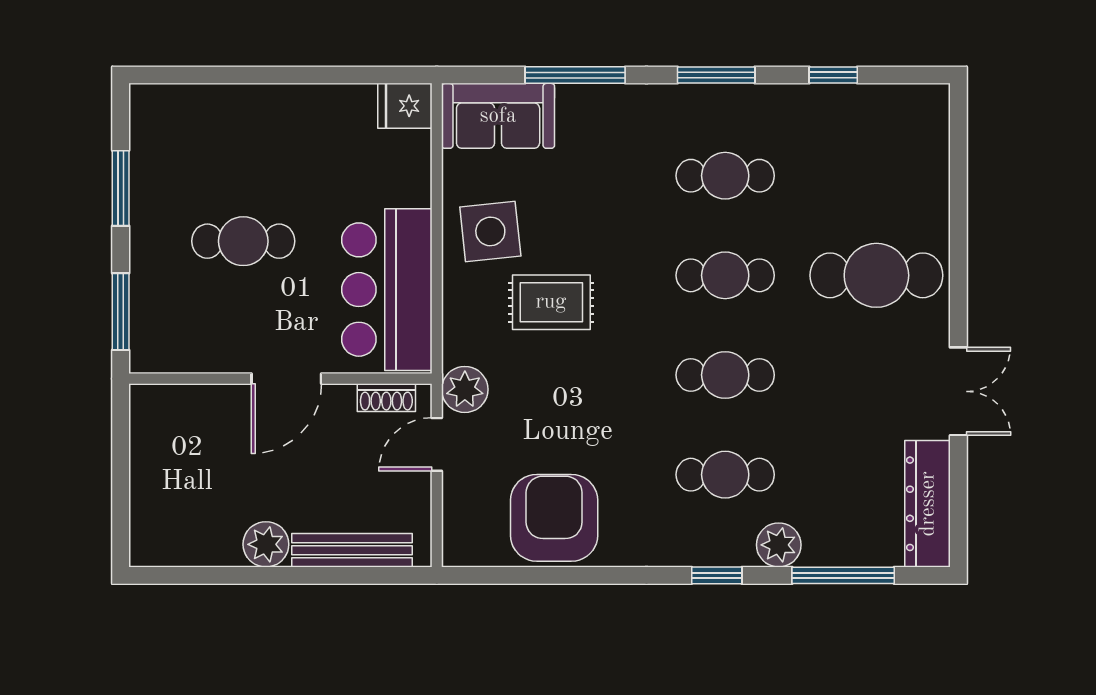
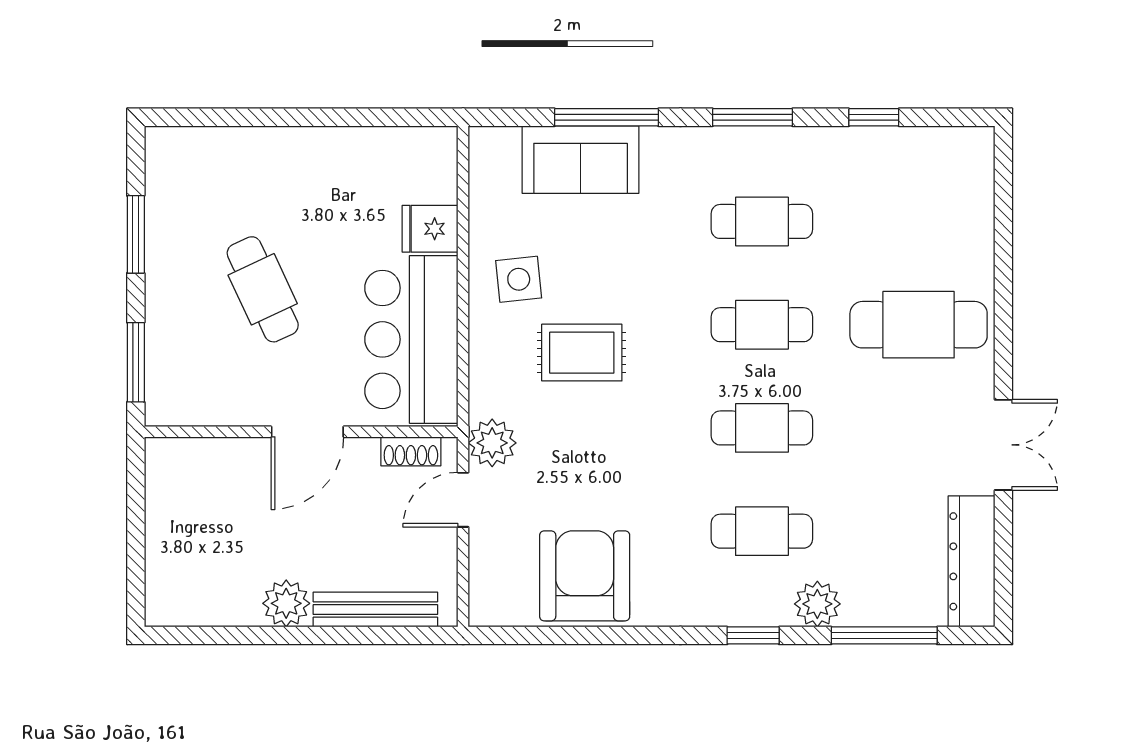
fridge: (405, 106) -> (430, 229), moved
sofa: (498, 116) -> (581, 160), moved
side table: (490, 231) -> (519, 279), width x0.73, depth x0.73
cafe table: (243, 241) -> (263, 289), turned 65

